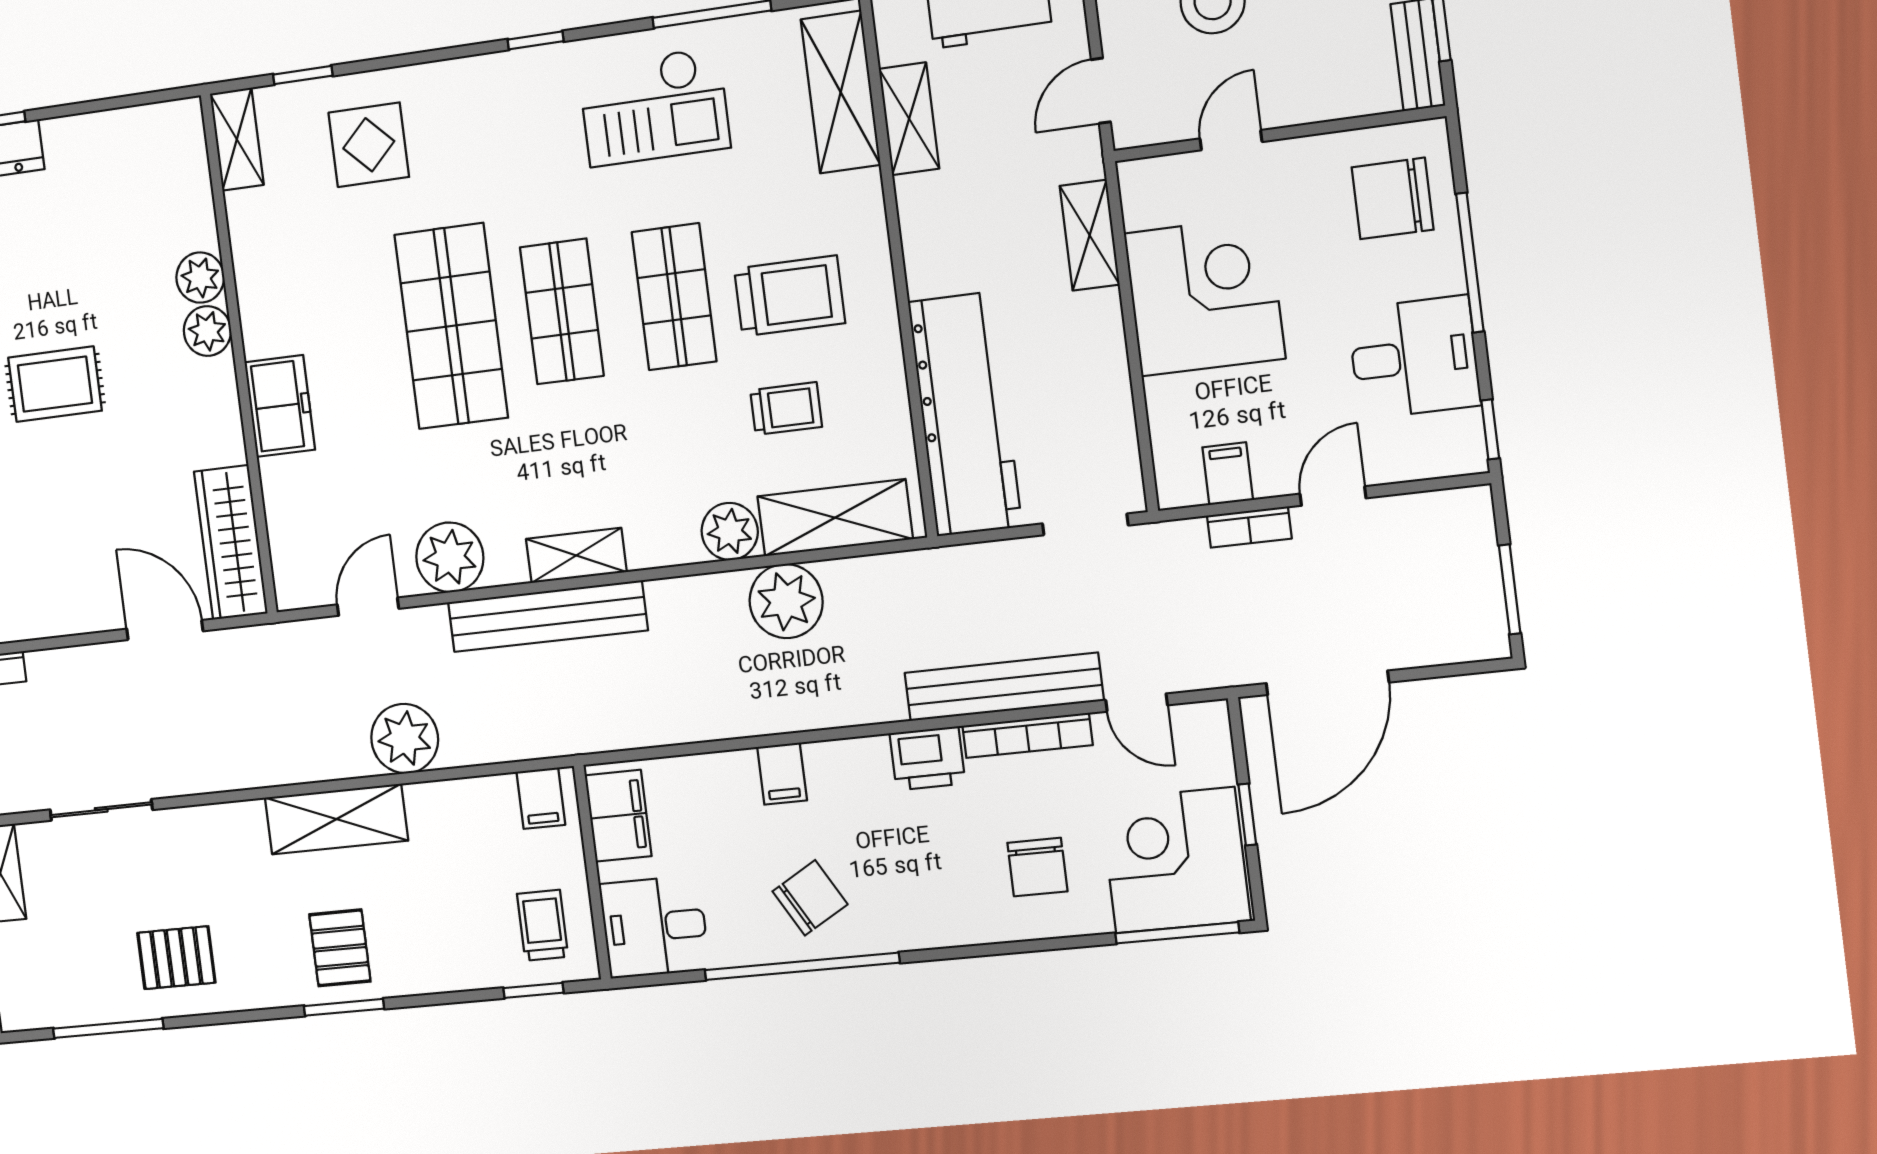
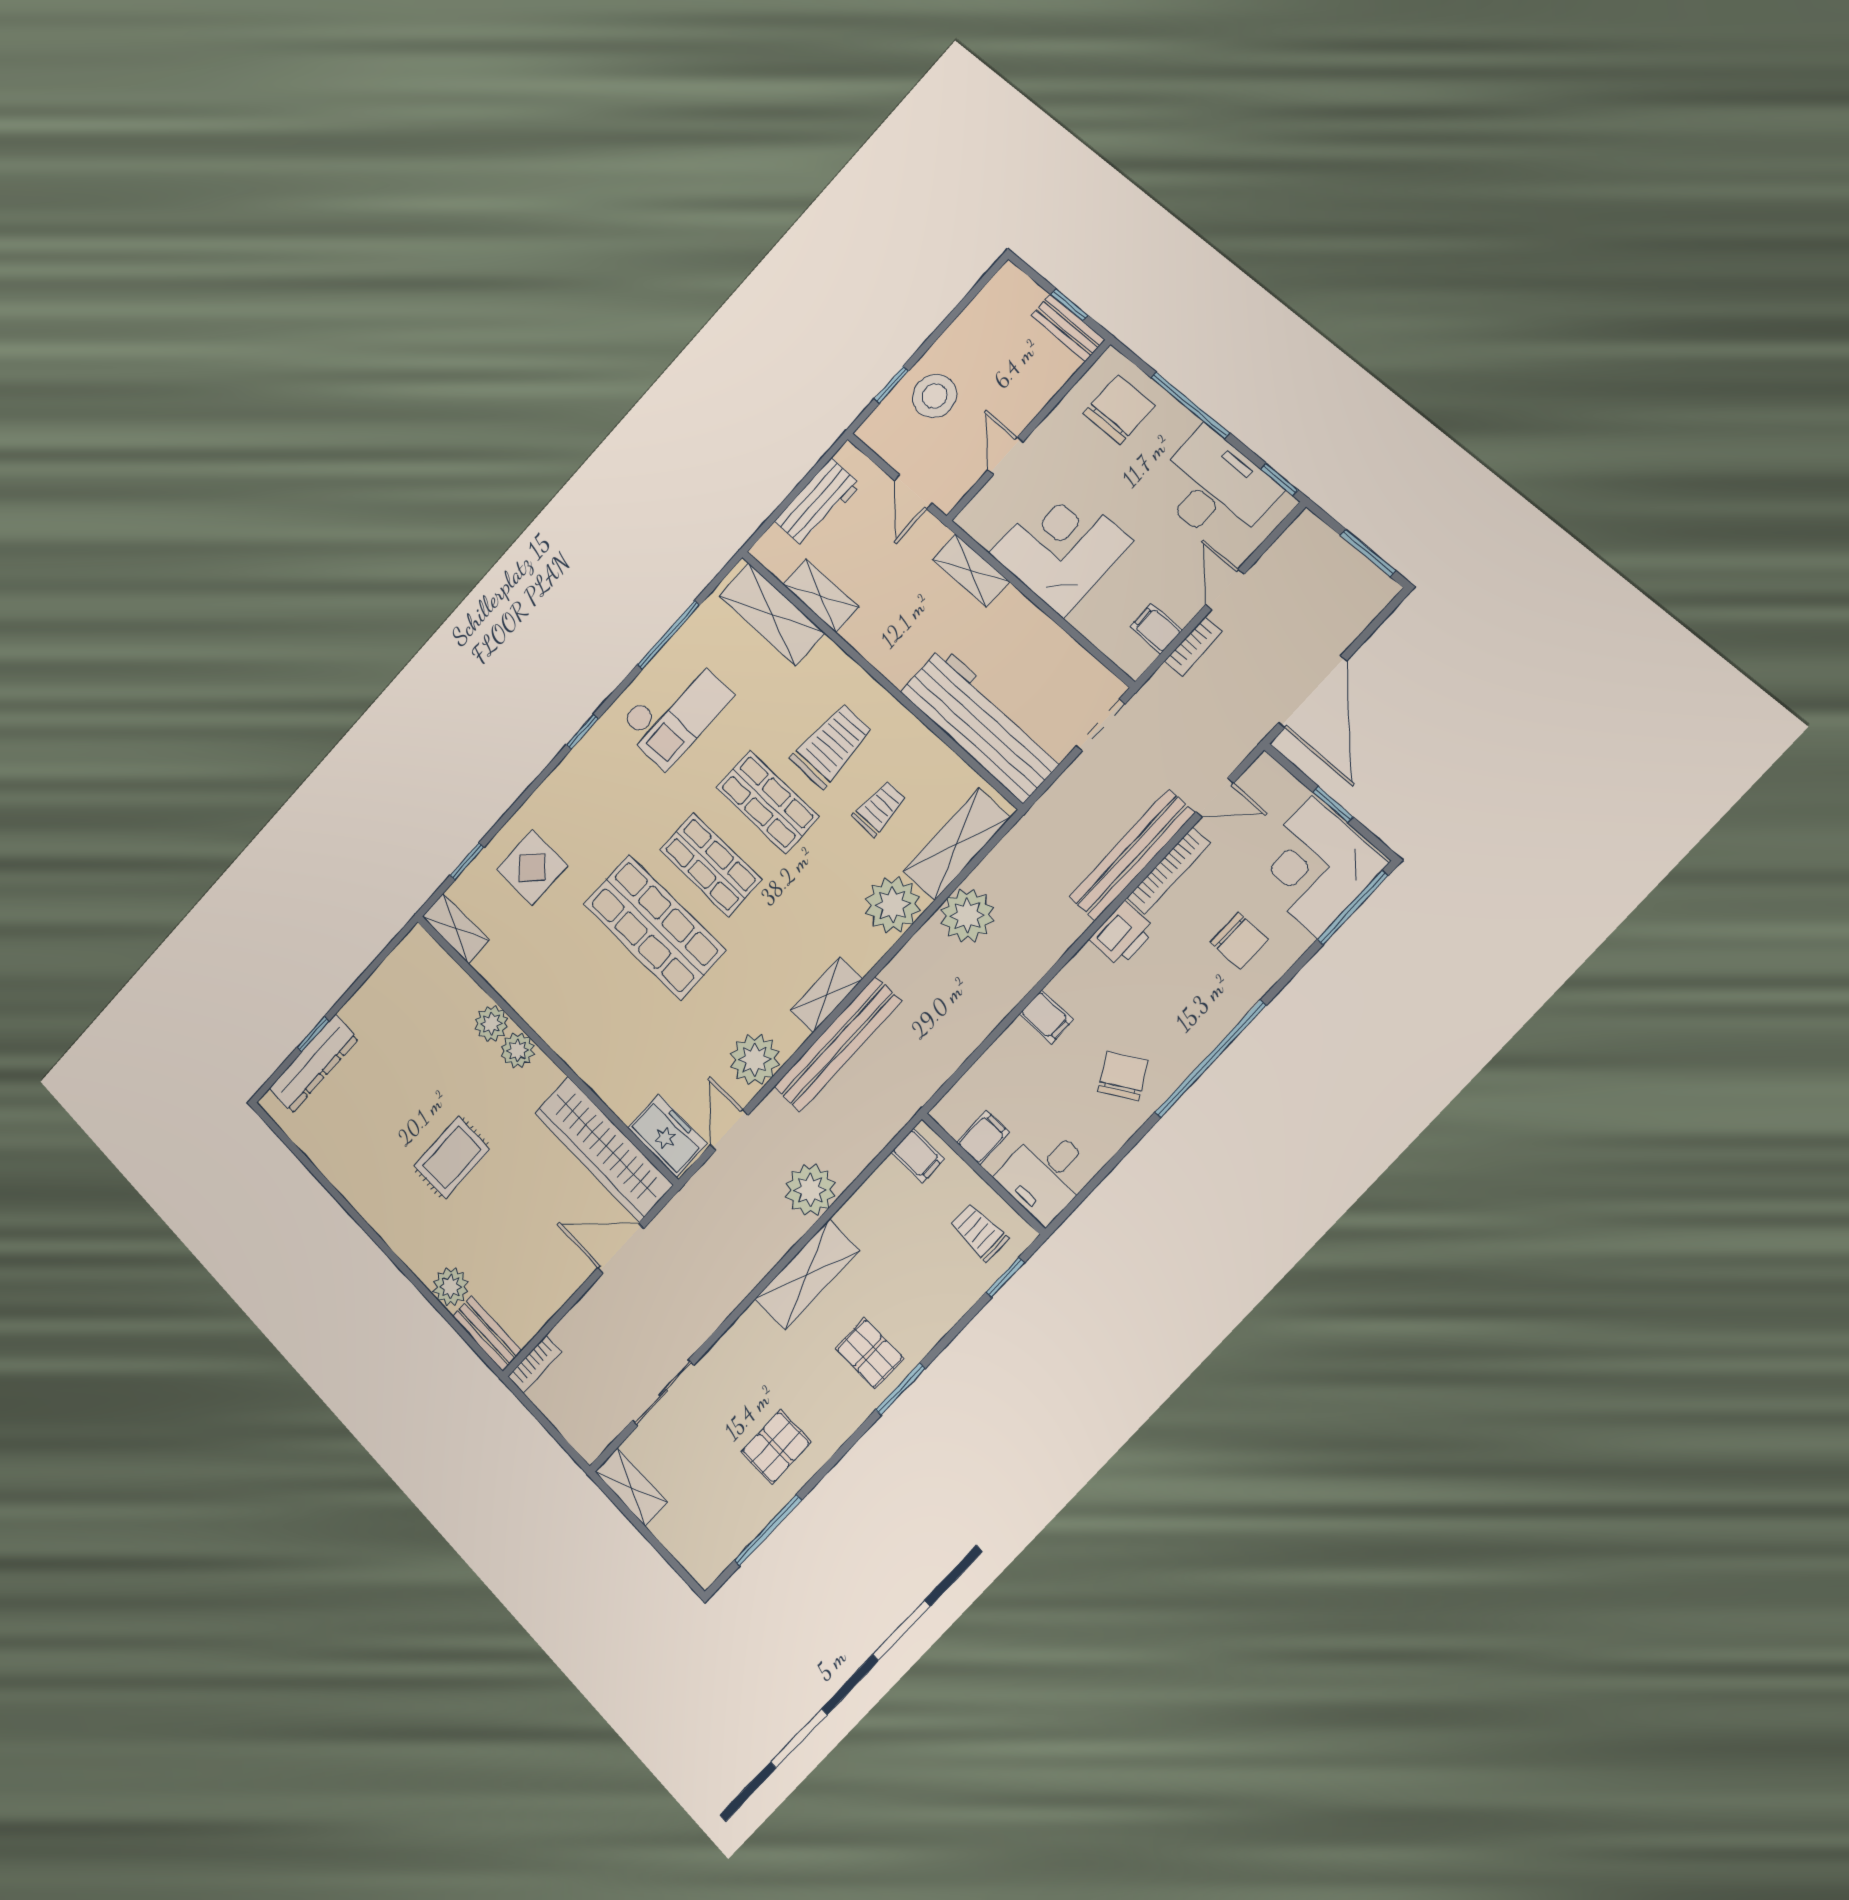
chair: (1393, 198) -> (1119, 409), turned 180
desk: (1414, 357) -> (1215, 488), width x1.37
freezer: (280, 406) -> (667, 1136), moved
plant: (730, 531) -> (893, 905), width x1.36, depth x1.36
wardrobe: (231, 542) -> (603, 1149), width x1.40, depth x1.17
filing cabinet: (618, 816) -> (983, 1137), width x0.50
window: (802, 966) -> (1210, 1059), moved

